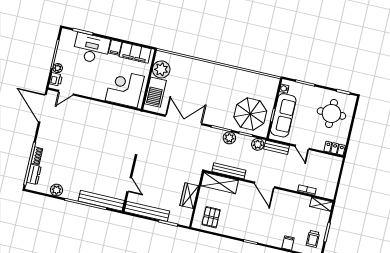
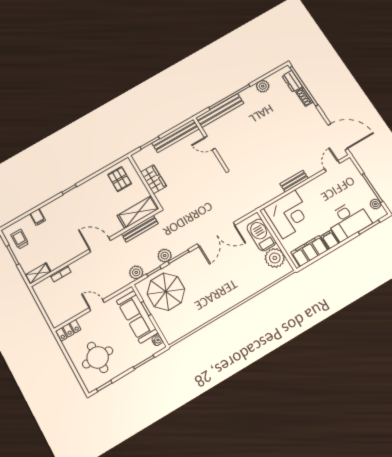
plant: (58, 68) -> (375, 204), moved
printer: (56, 79) -> (351, 169), removed
bench: (277, 147) -> (294, 181), moved

